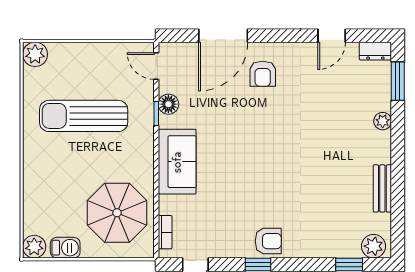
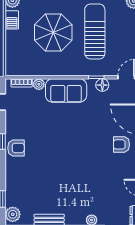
plant: (167, 205) -> (39, 84), added
parasol: (117, 213) -> (53, 32), moved
armchair: (268, 241) -> (16, 148), turned -90

